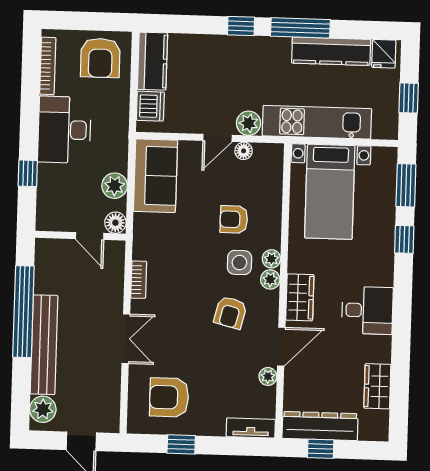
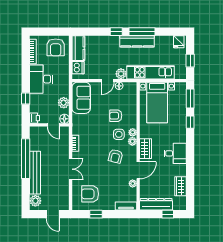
kitchen counter: (331, 51) -> (137, 41), moved
printer: (47, 219) -> (35, 118), added
window: (321, 449) -> (168, 214), moved

